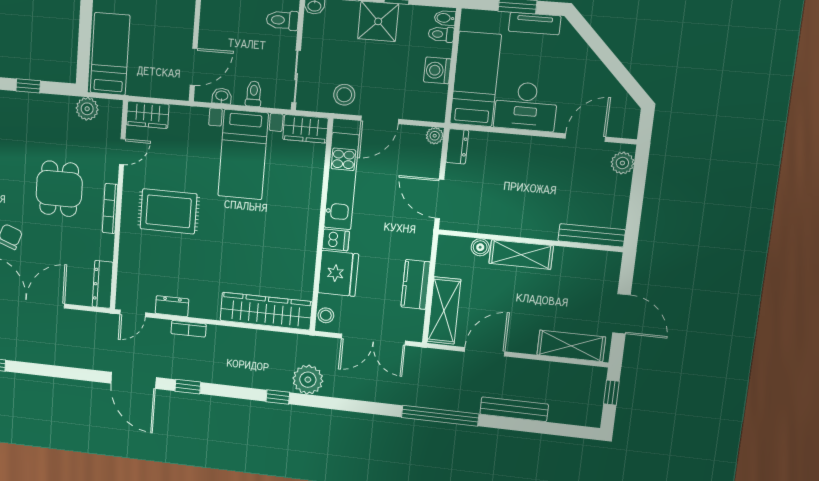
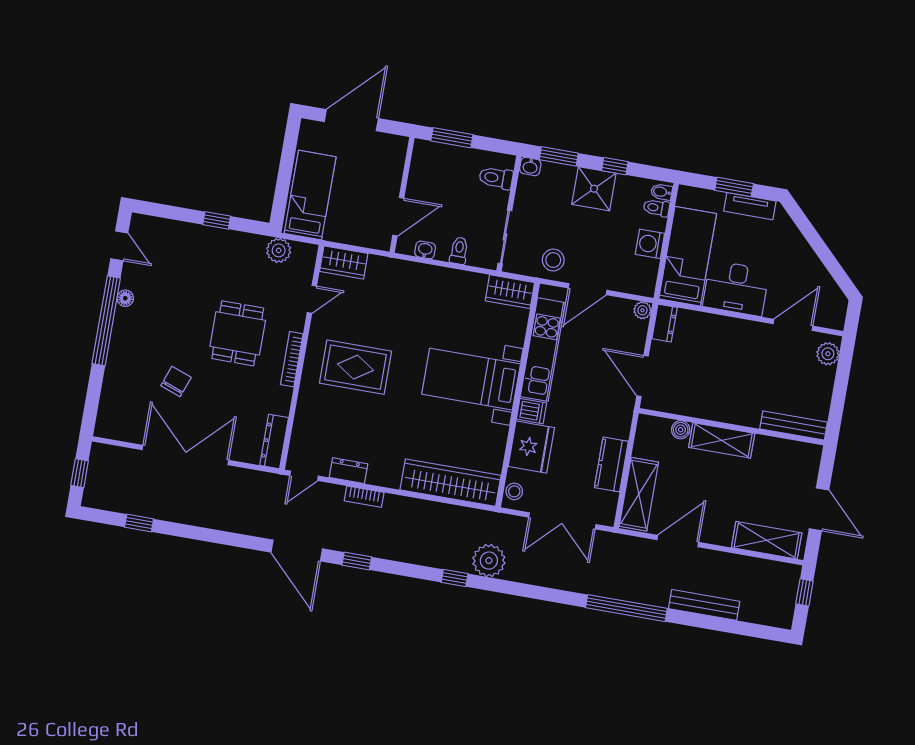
bed with nightstands: (243, 155) -> (471, 379), moved, turned 90

